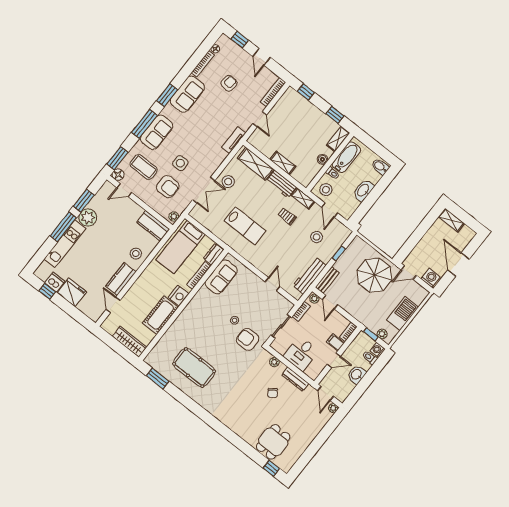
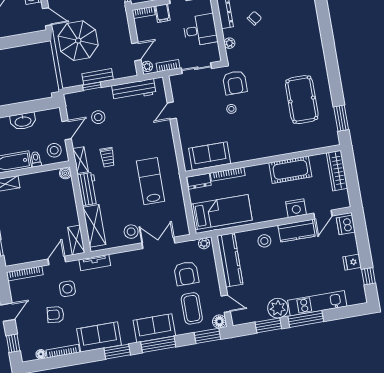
boiler: (322, 159) -> (65, 173), moved
side table: (180, 163) -> (67, 289), moved
shelving: (283, 163) -> (76, 240), moved
armchair: (168, 187) -> (186, 273), turned 180
kitchen counter: (153, 226) -> (230, 260), width x1.50
bench: (327, 280) -> (98, 77), moved
dishwasher: (55, 282) -> (346, 225), moved
fridge: (72, 292) -> (352, 262), width x0.53, depth x0.75
nightstand: (179, 296) -> (296, 208), moved, turned 180

